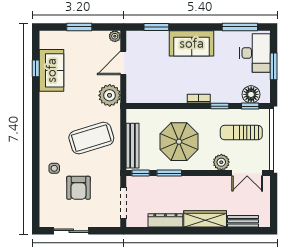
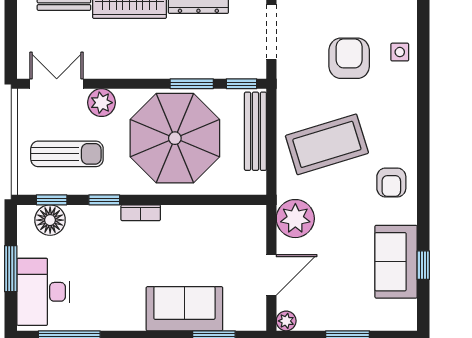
sofa: (192, 43) -> (184, 309), moved
armchair: (54, 116) -> (391, 183), added
parasol: (179, 142) -> (175, 138), width x1.36, depth x1.36
side table: (54, 168) -> (400, 52), moved

